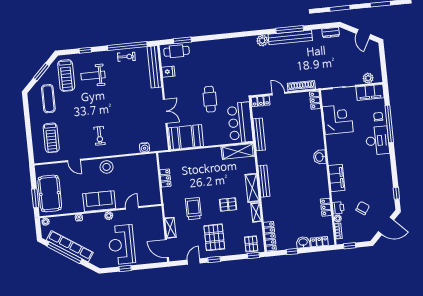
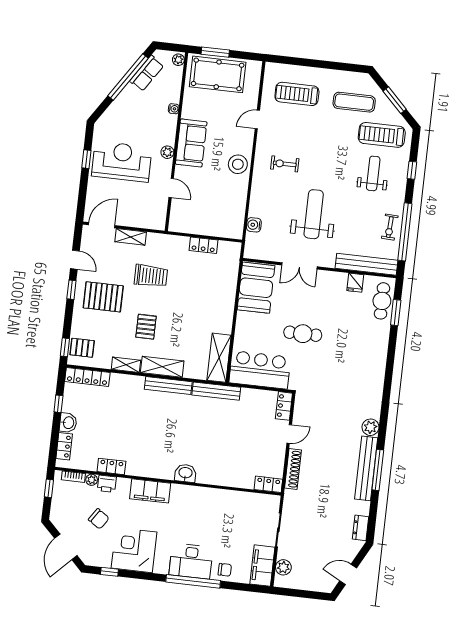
weight bench: (129, 109) -> (314, 214), added
corner desk: (338, 119) -> (134, 550), moved, turned 180
window: (389, 124) -> (193, 581), moved
bench: (259, 134) -> (216, 391), moved
row of seats: (70, 246) -> (147, 73), width x0.50

